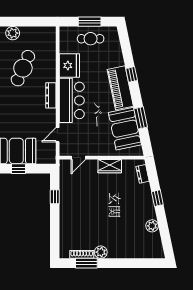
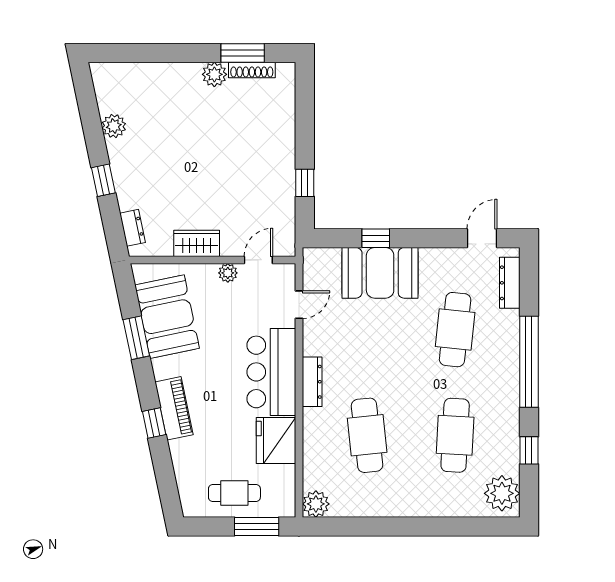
window: (90, 22) -> (257, 527), moved
plant: (13, 33) -> (316, 504), moved
cafe table: (23, 68) -> (367, 435), turned -30
piano: (120, 88) -> (174, 408), width x0.73, depth x0.75
plant: (94, 151) -> (228, 273), added

